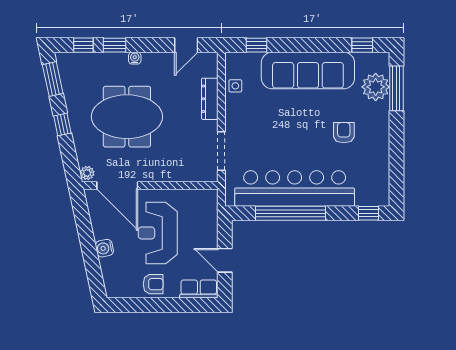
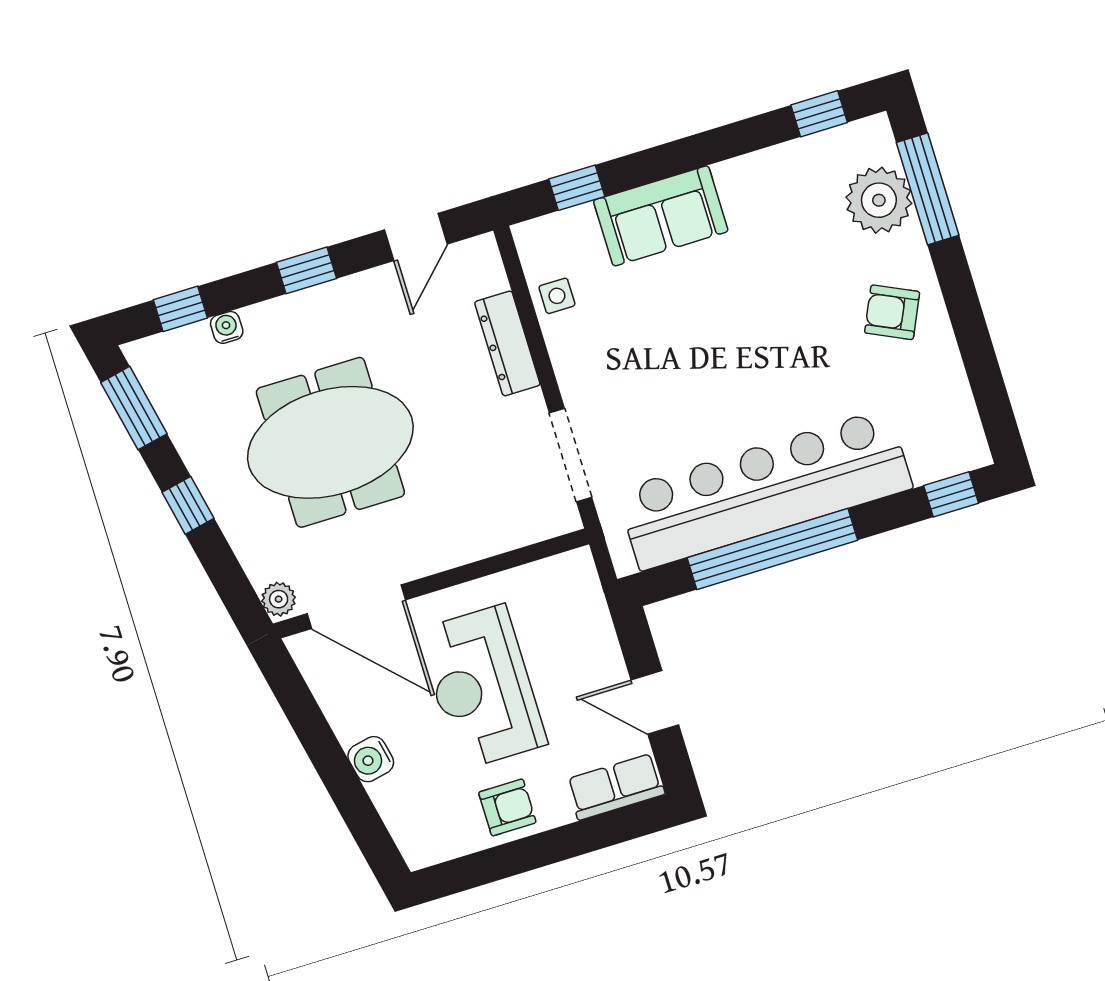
window: (115, 45) -> (307, 270), moved
water cooler: (135, 58) -> (227, 327), moved
sofa: (308, 70) -> (661, 216), width x0.54, depth x0.79
armchair: (344, 133) -> (892, 312), moved, turned -65

